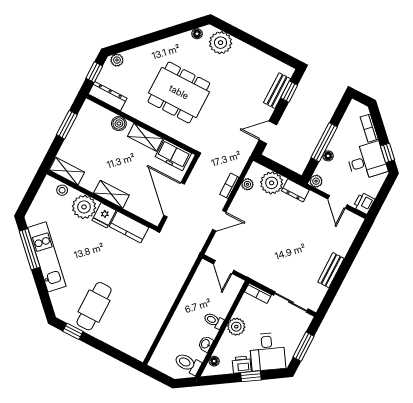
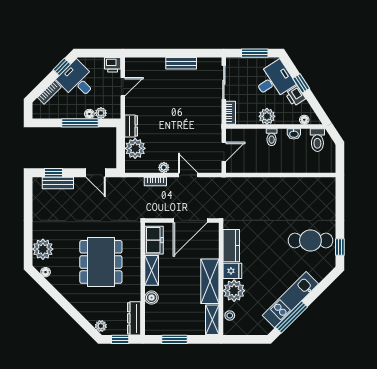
plant: (316, 181) -> (101, 113), moved
plant: (247, 184) -> (164, 167), moved
shelving: (111, 194) -> (210, 281), width x1.50, depth x1.33

